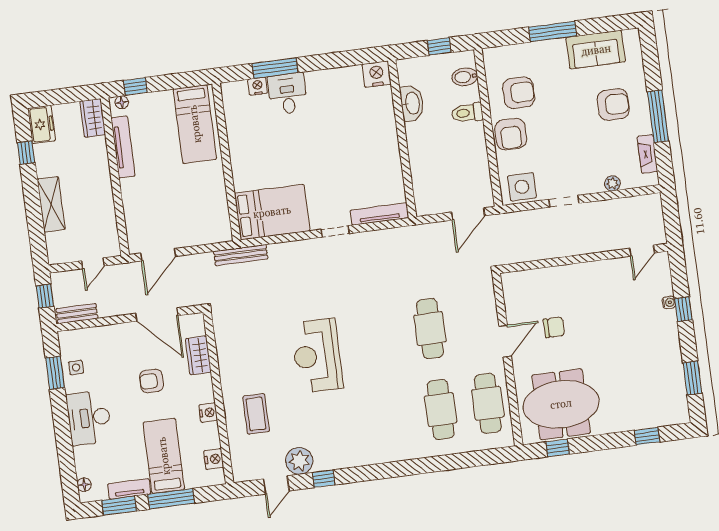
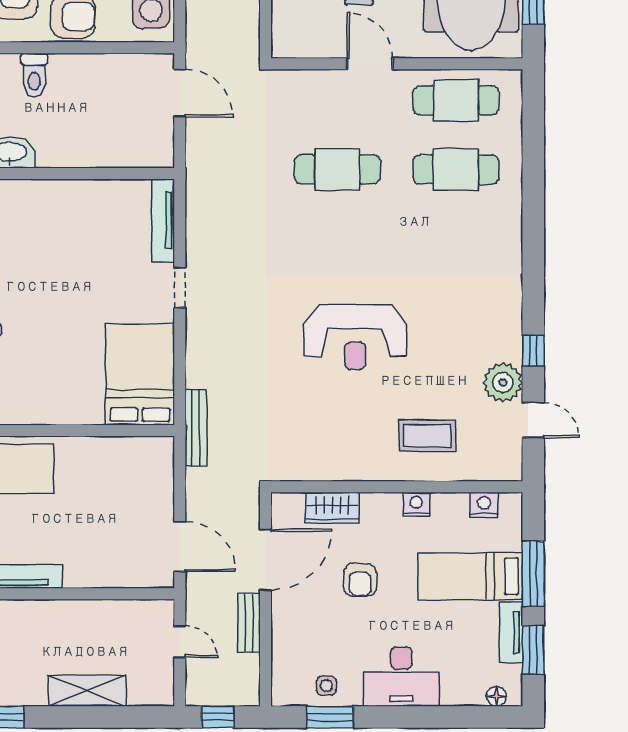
bench: (77, 314) -> (249, 623), moved

